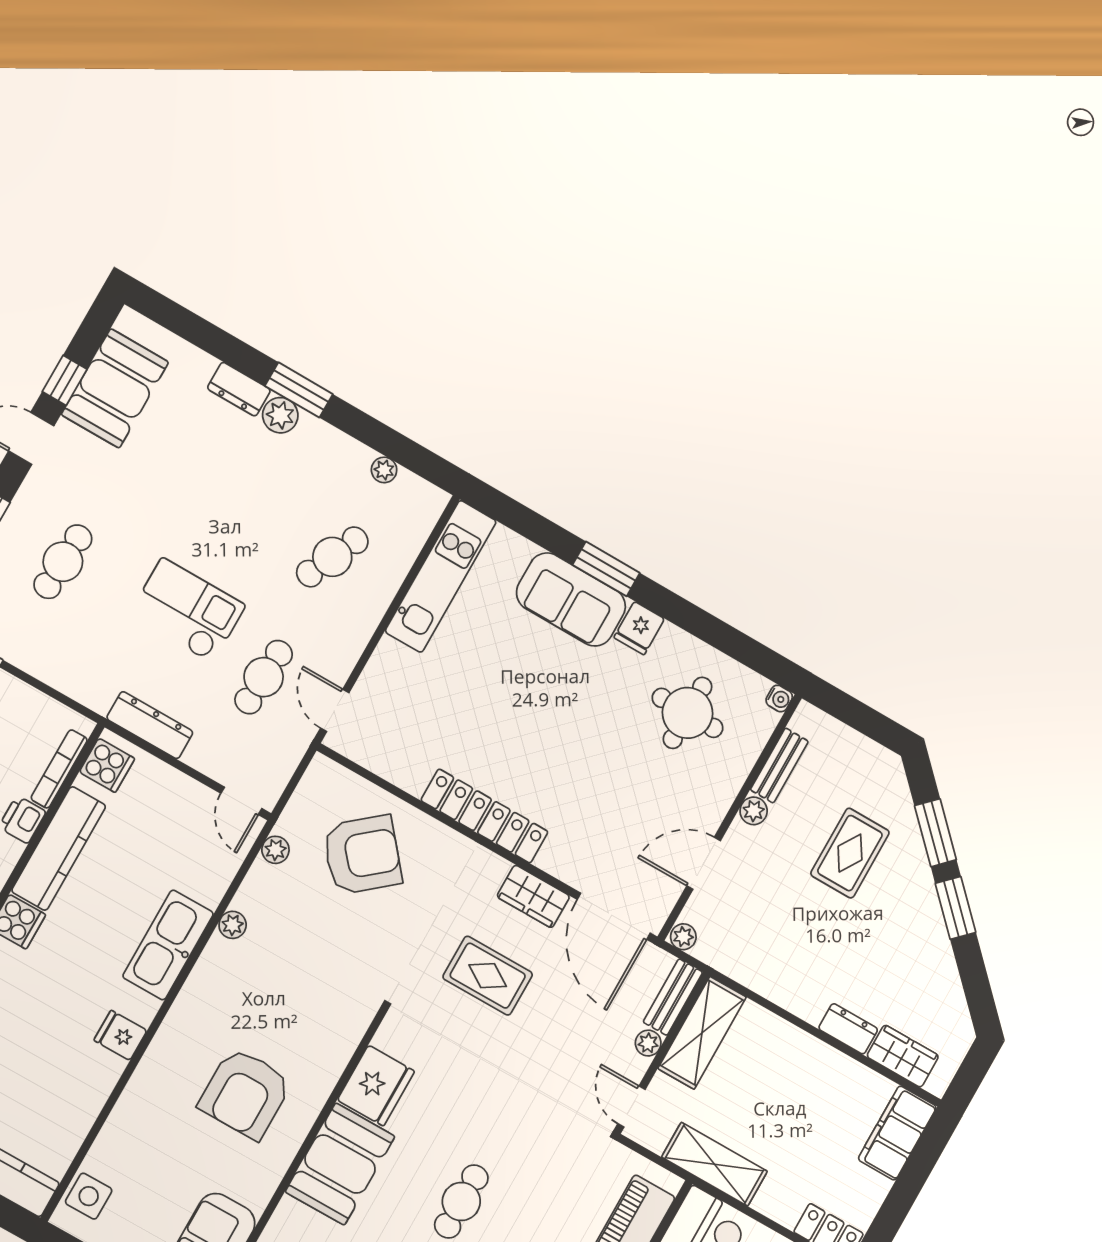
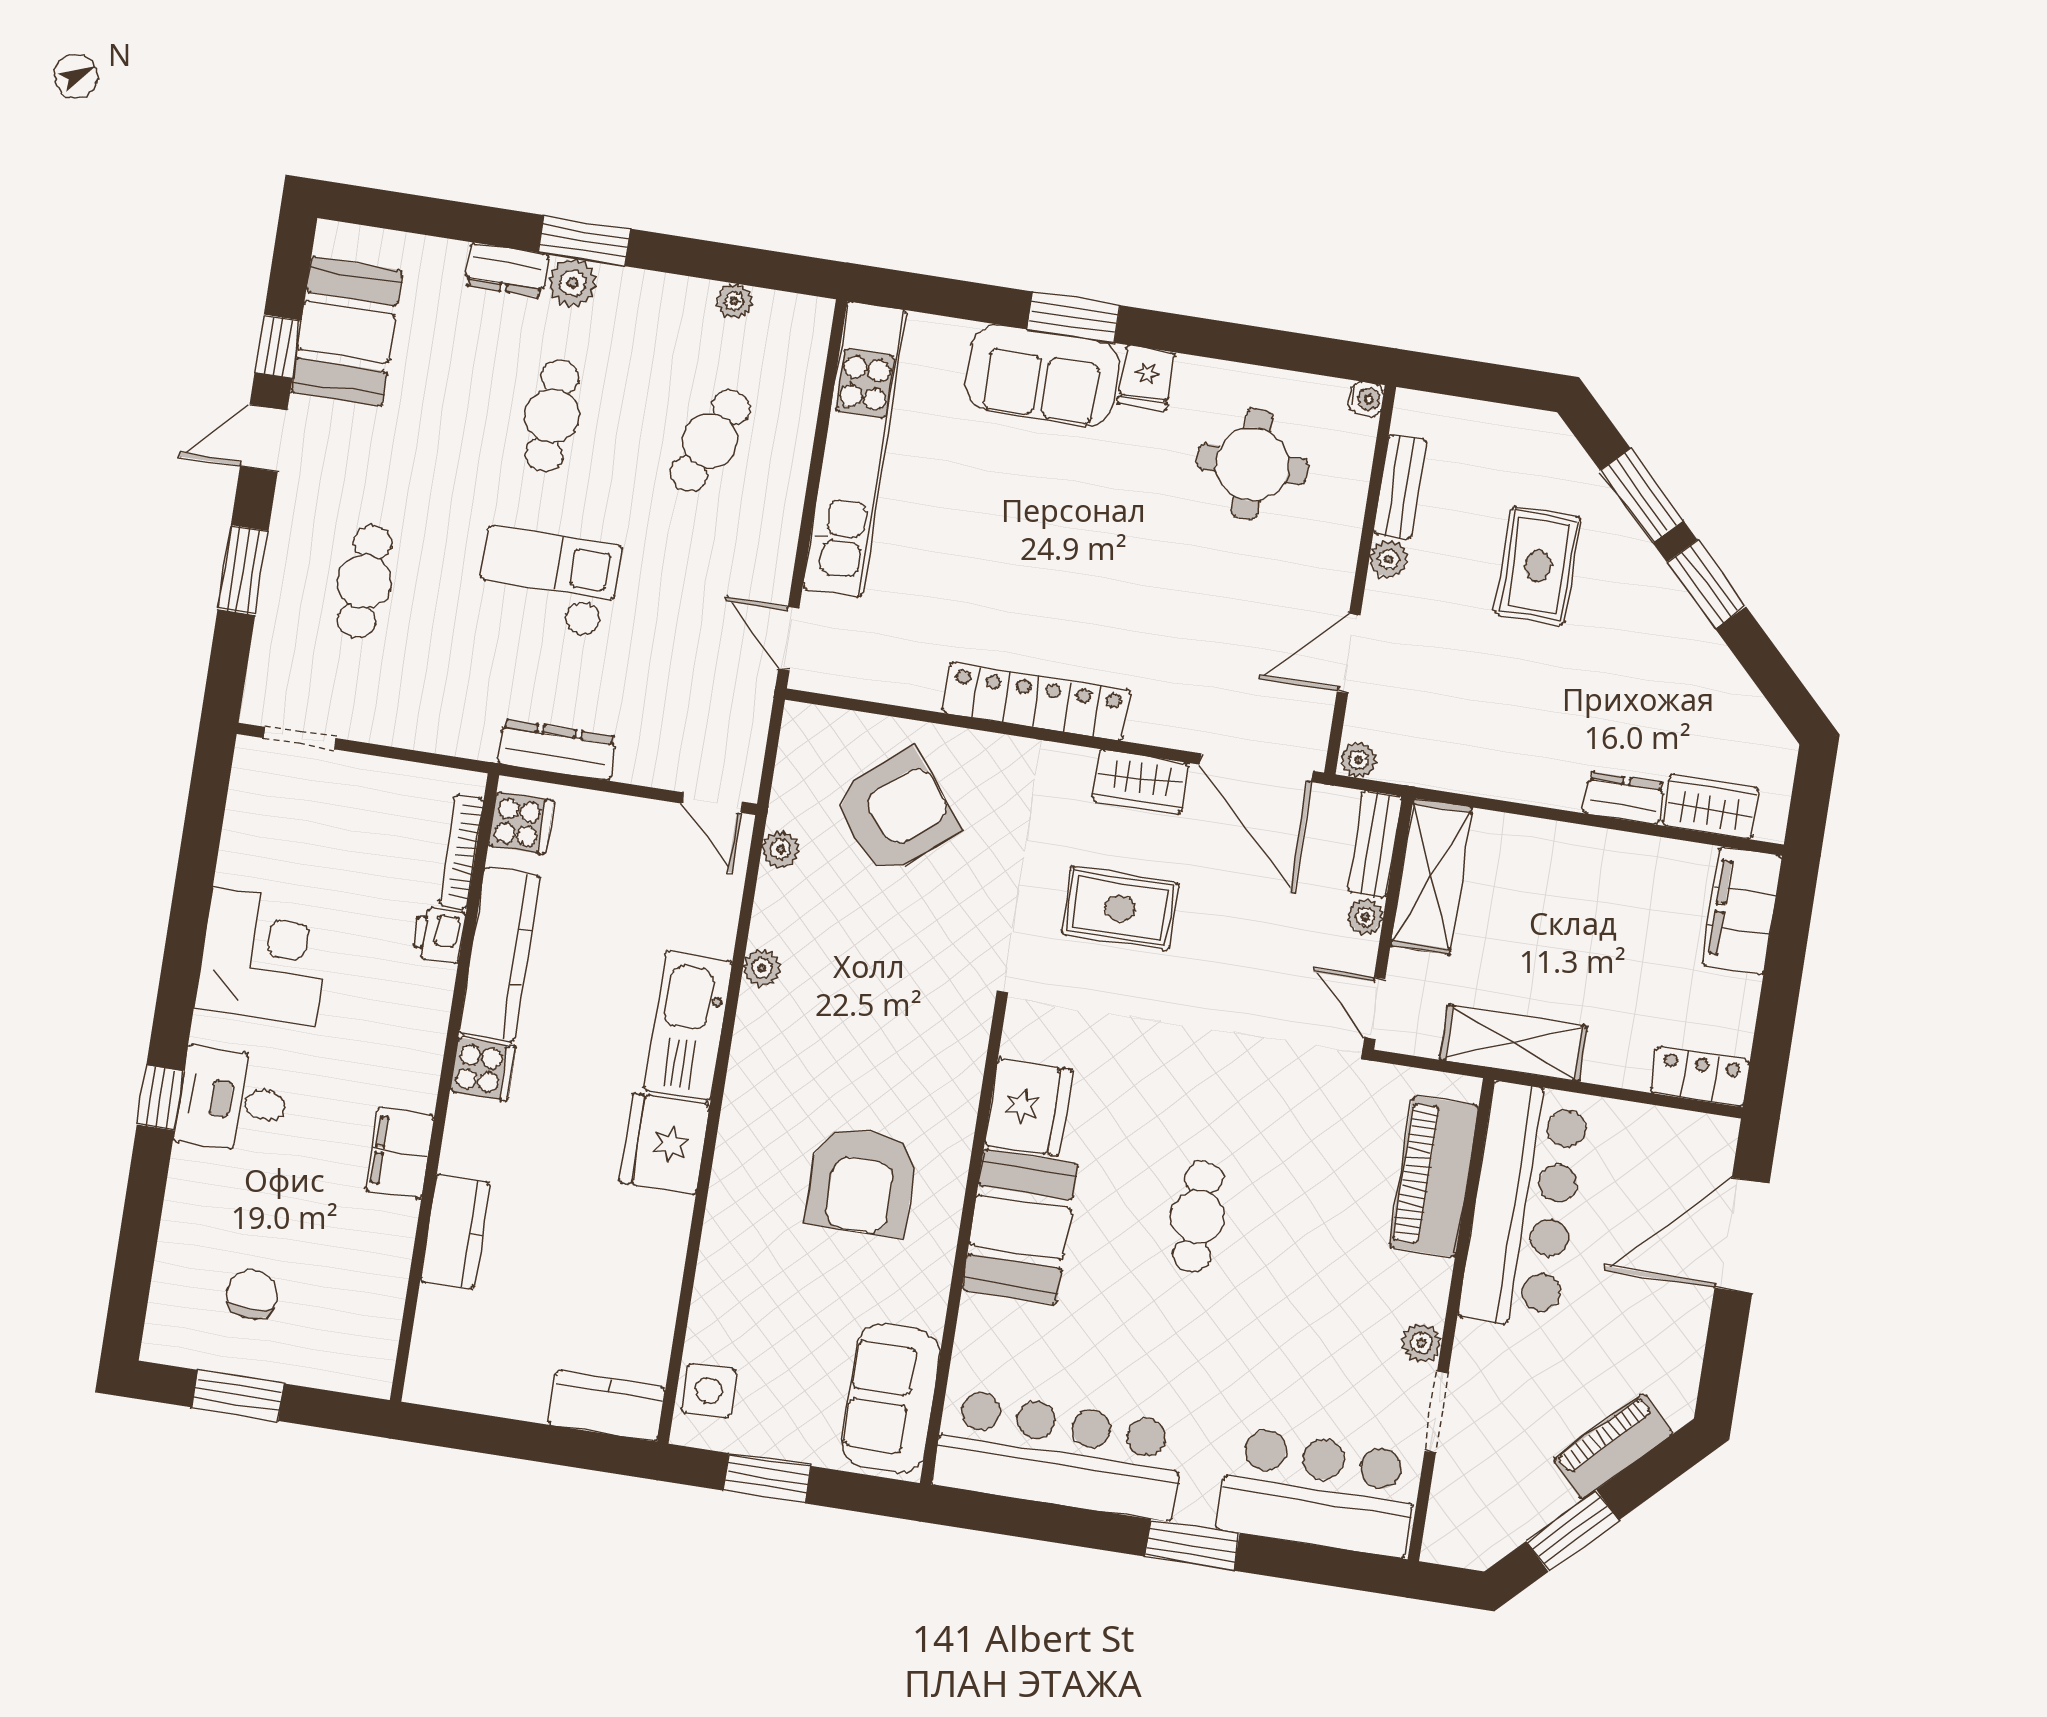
kitchen unit: (441, 576) -> (855, 449), width x1.36
cafe table: (264, 677) -> (552, 416), moved
fridge: (120, 1035) -> (665, 1144), width x1.88, depth x1.34

